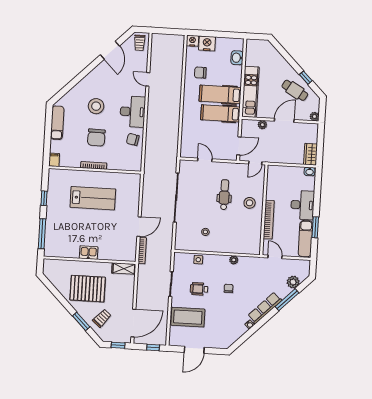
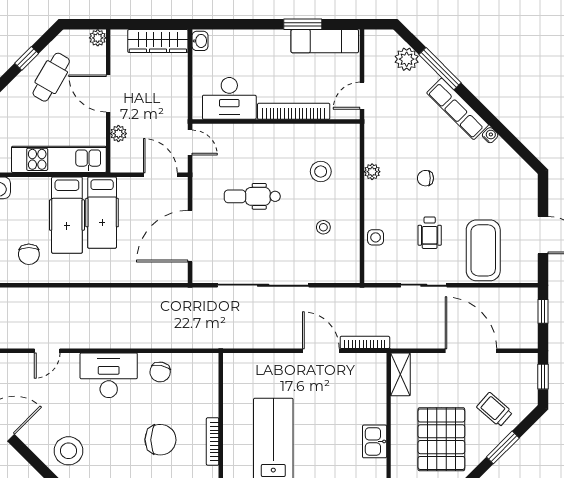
stool: (96, 106) -> (68, 451), moved
wardrobe: (311, 154) -> (158, 41), width x1.50
door: (205, 160) -> (190, 236), width x1.88
stool: (250, 203) -> (321, 171), moved
desk: (302, 205) -> (229, 98), moved, turned 180
door: (133, 323) -> (471, 351), moved

